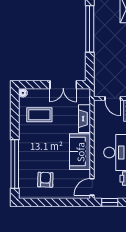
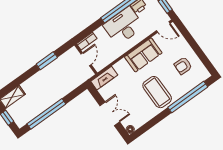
double door: (63, 85) -> (110, 114), moved
coffee table: (39, 115) -> (157, 92), moved, width x1.36, depth x1.32
fireplace: (85, 119) -> (104, 78), moved

